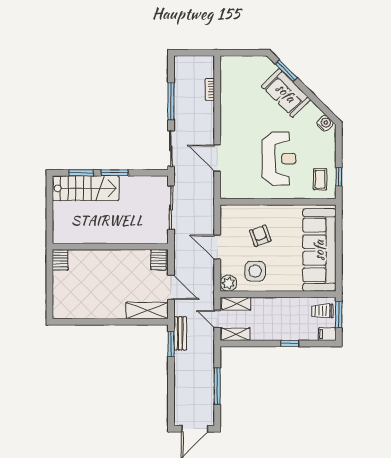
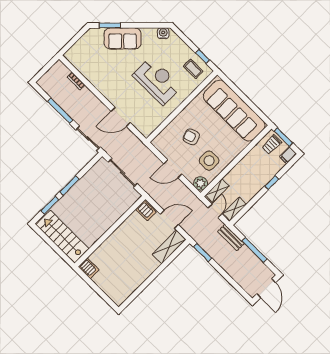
stairs: (85, 188) -> (62, 237), moved, turned -90
door: (217, 319) -> (215, 211), swing flipped
bench: (180, 333) -> (231, 238), moved

